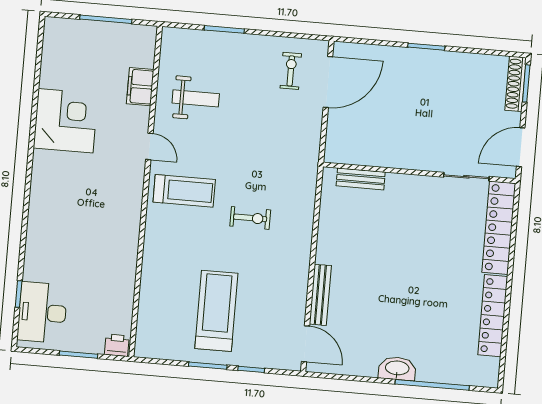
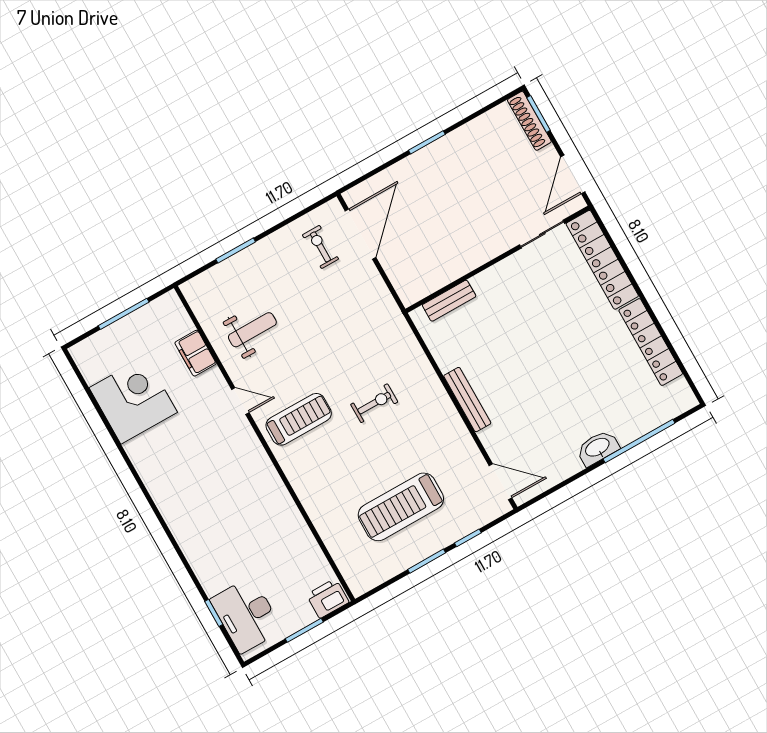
corner desk: (66, 121) -> (133, 400), moved
bench: (320, 295) -> (467, 400), moved
treadmill: (216, 311) -> (401, 507), turned -90
printer: (117, 345) -> (328, 598), width x1.36, depth x1.24

